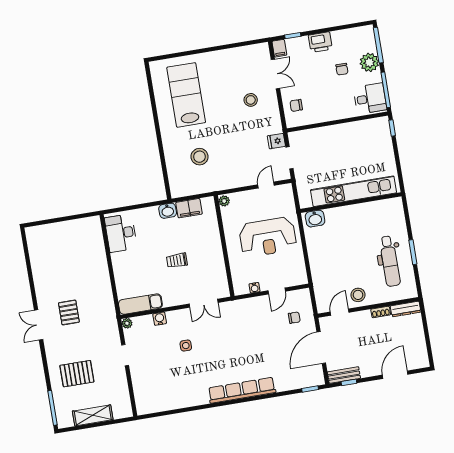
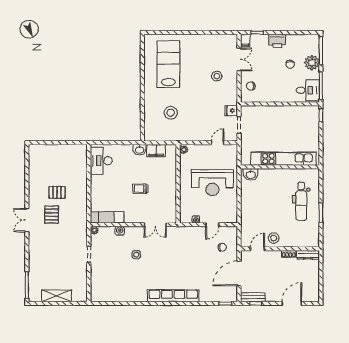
dental chair: (390, 261) -> (301, 201), moved
pallet: (77, 374) -> (57, 192), moved, width x0.67, depth x0.71

